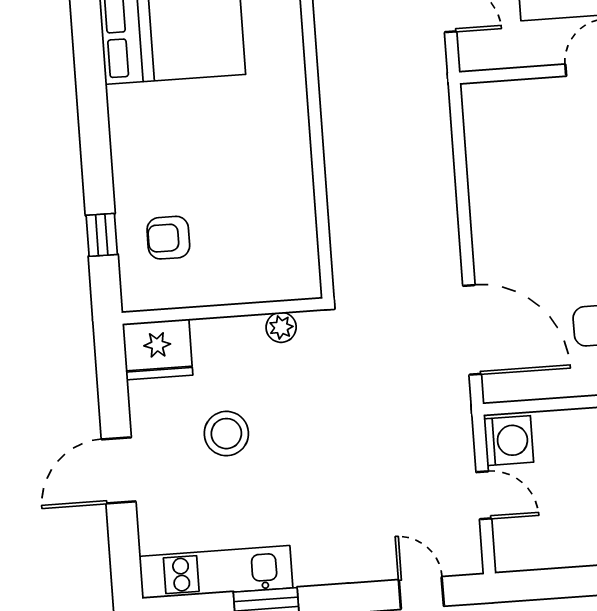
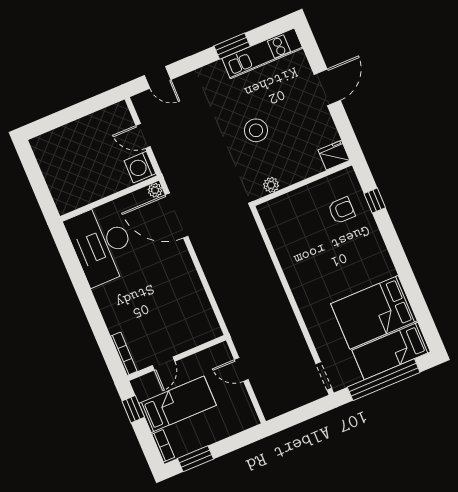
fridge: (158, 349) -> (334, 155), width x0.73, depth x0.75
plant: (496, 389) -> (155, 190), added
stool: (226, 434) -> (256, 130), moved

